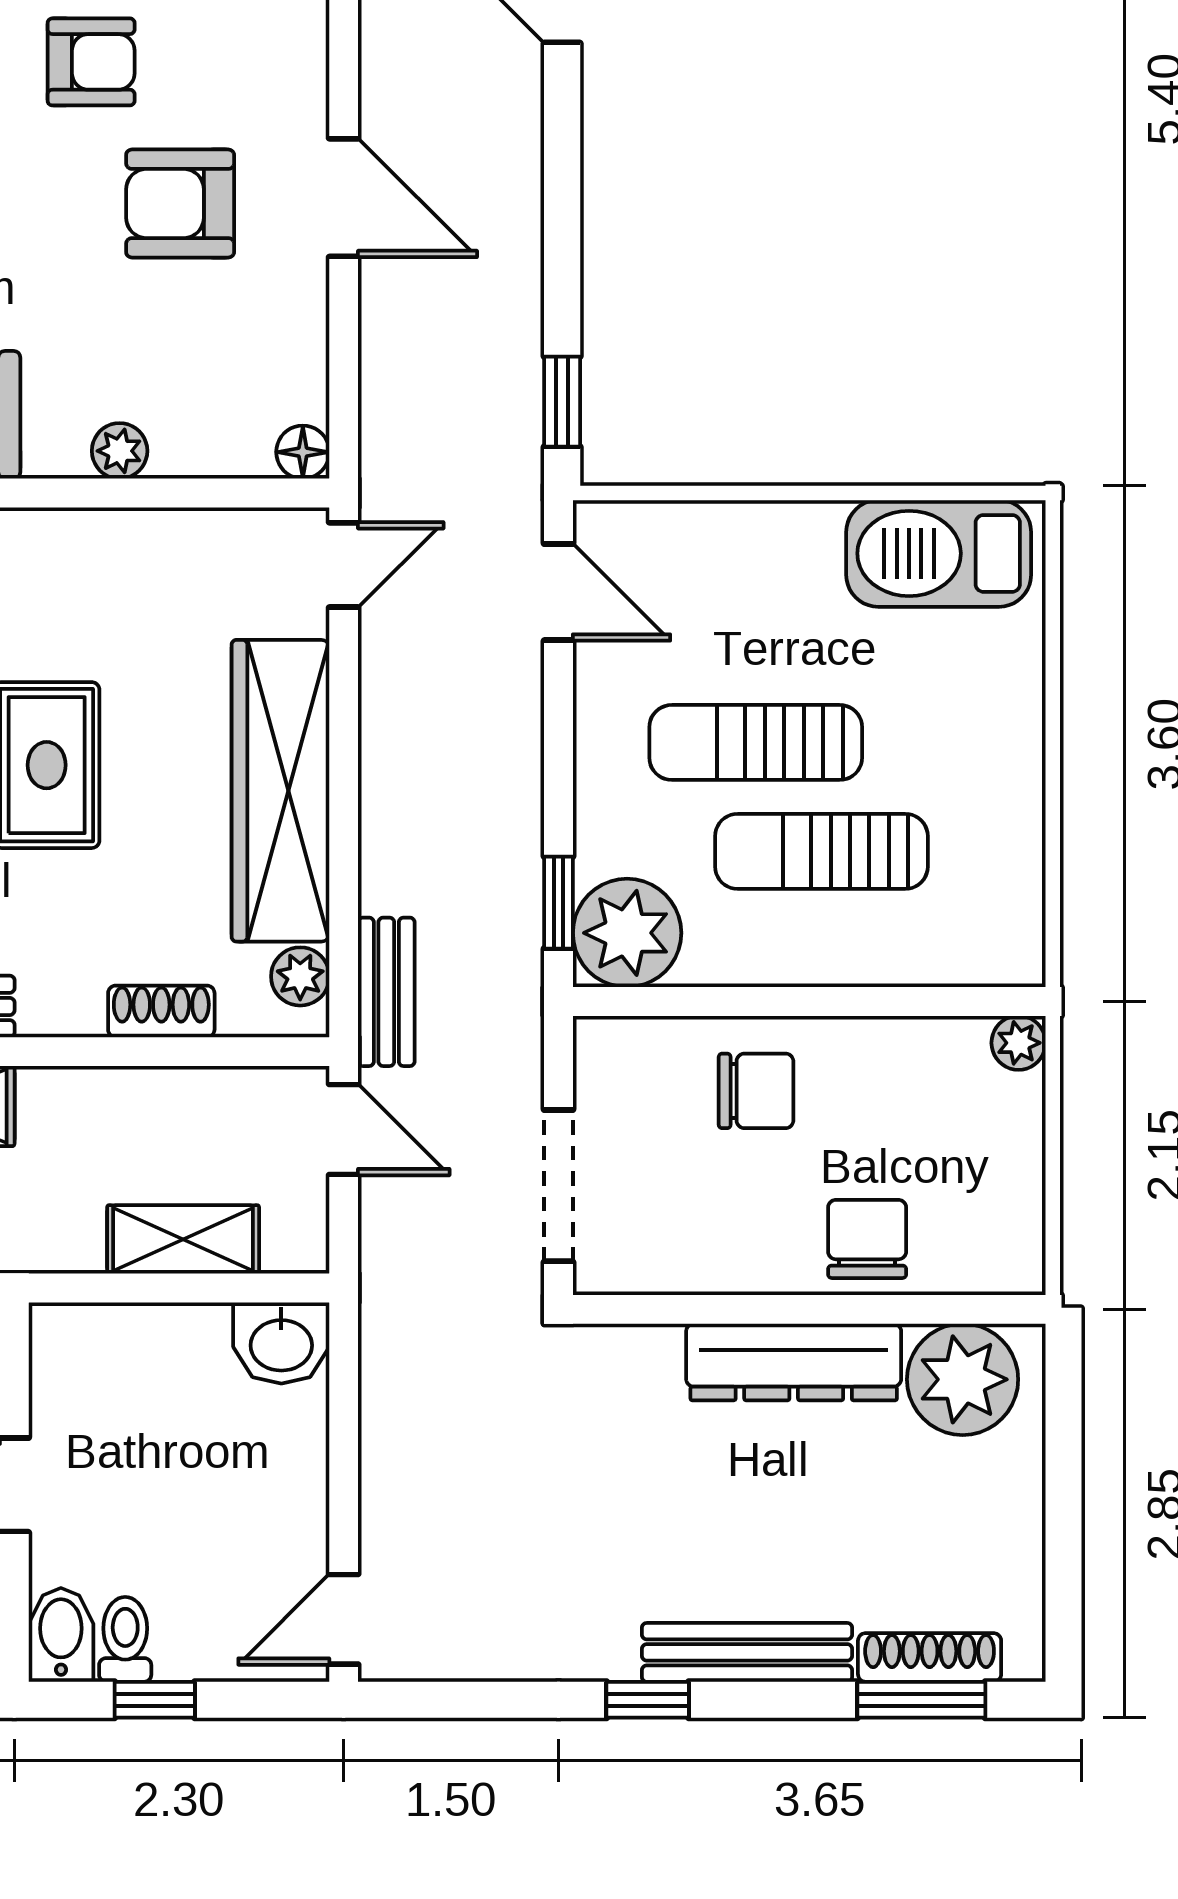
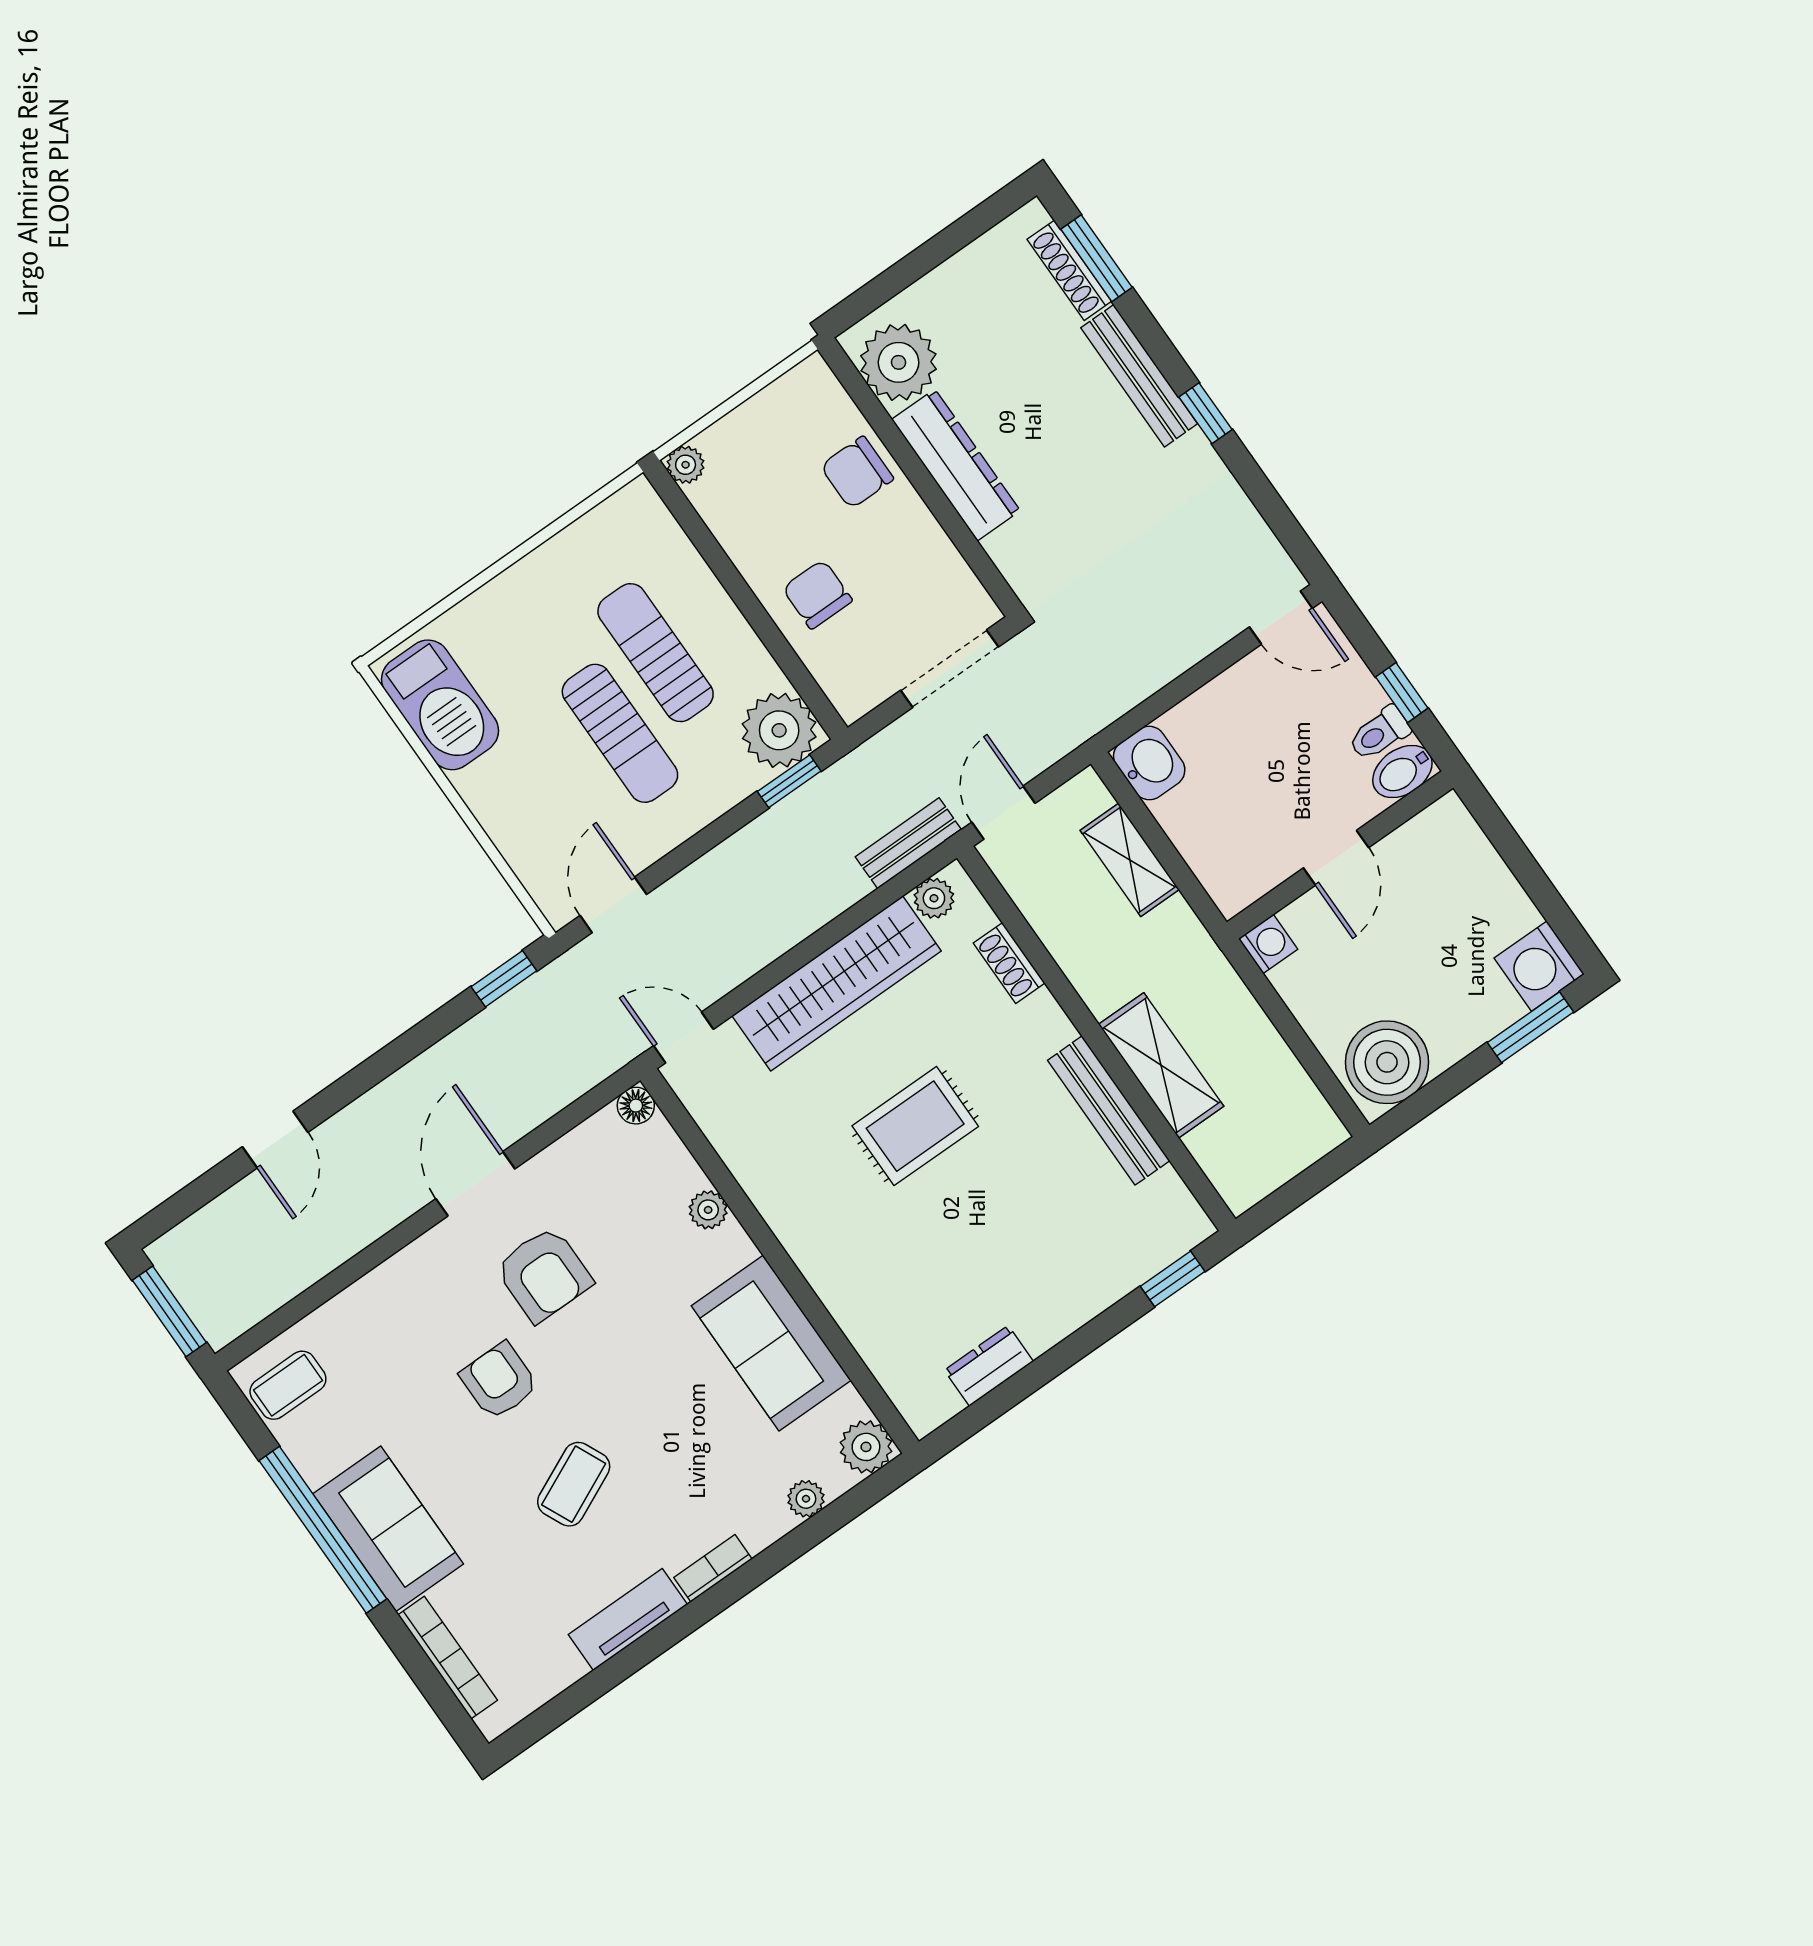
sun lounger: (821, 851) -> (656, 653), turned 180

